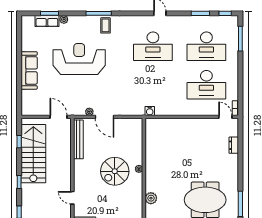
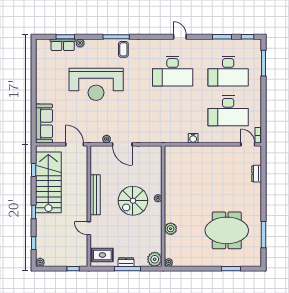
reception desk: (79, 59) -> (96, 84), turned 180
sofa: (29, 70) -> (44, 124), moved
water cooler: (150, 111) -> (193, 138), moved
bench: (78, 139) -> (95, 195), moved

